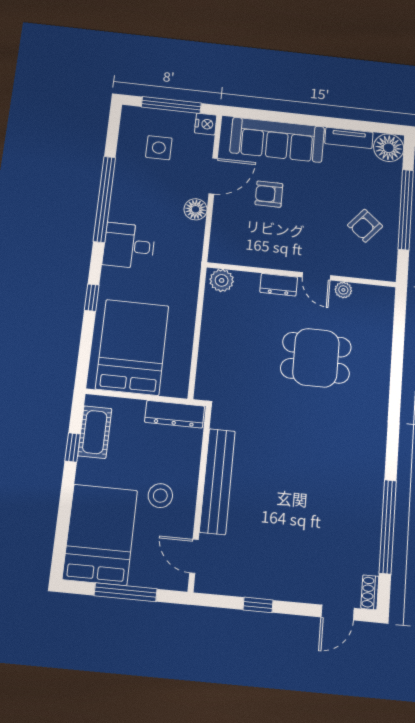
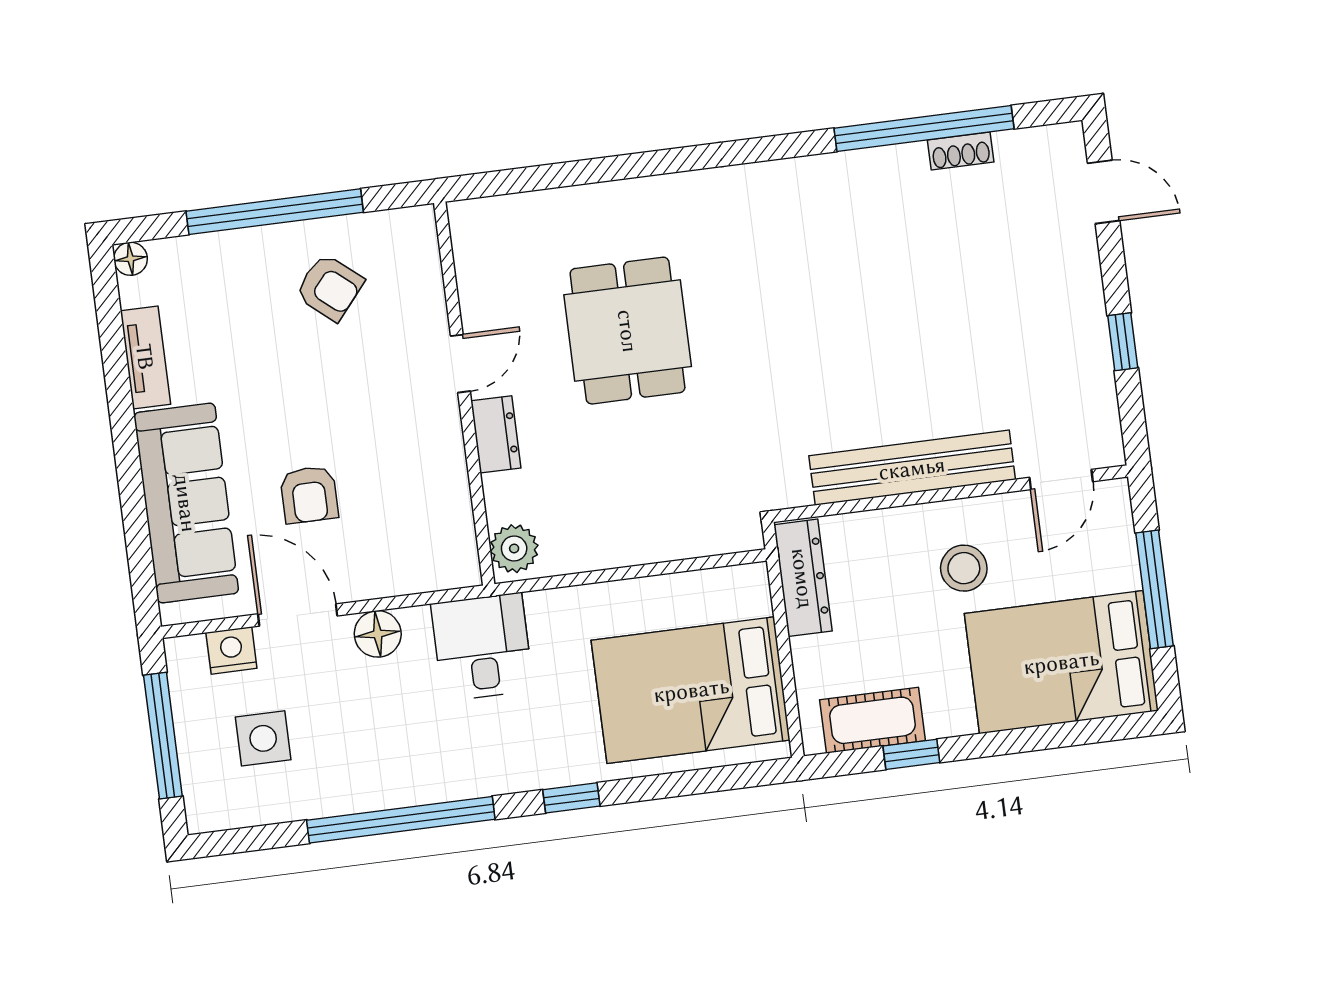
nightstand: (206, 124) -> (231, 650), moved
floor lamp: (389, 148) -> (131, 259), width x0.53, depth x0.53
desk: (129, 246) -> (482, 647), moved, turned 180
plant: (343, 290) -> (476, 304), removed
window: (92, 298) -> (571, 798), moved
shoe rack: (370, 592) -> (961, 151), moved

